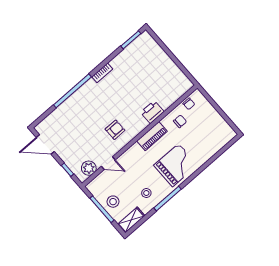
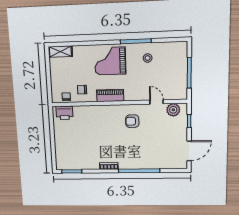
printer: (152, 112) -> (64, 113), moved
door: (45, 144) -> (189, 151), hinge flipped
stool: (113, 202) -> (177, 72), removed
shelving: (131, 220) -> (60, 51), moved

